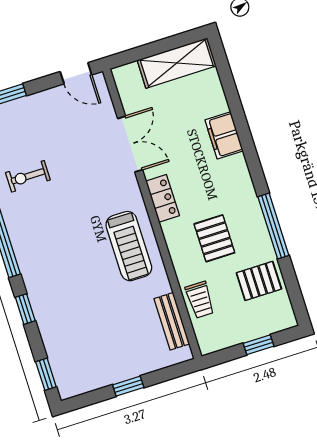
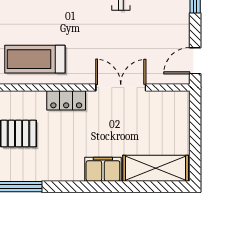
shelving: (177, 63) -> (156, 168), moved, turned 90
double door: (130, 144) -> (121, 88), swing flipped

